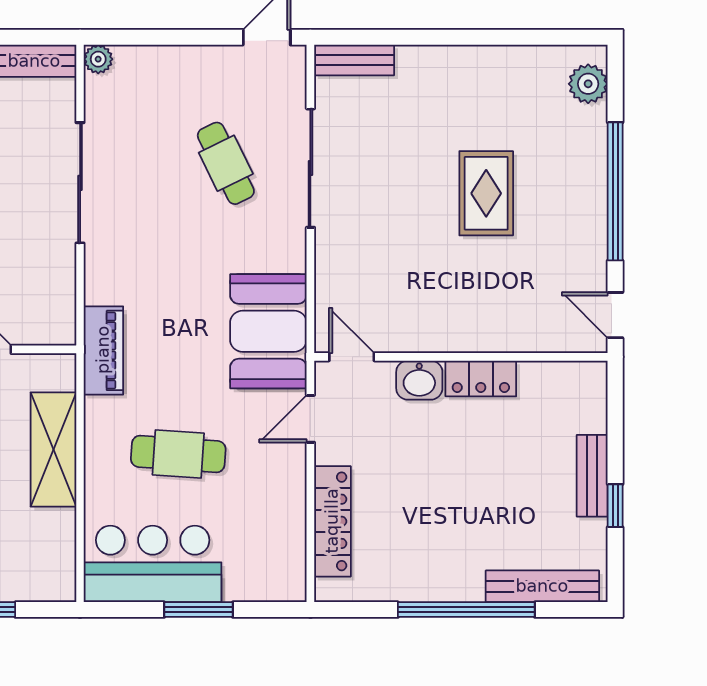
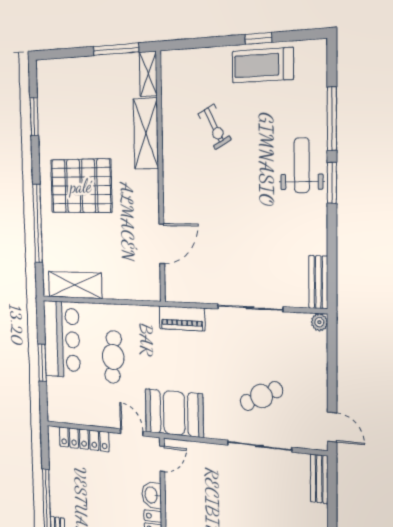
piano: (103, 350) -> (182, 318), moved
shelving: (53, 450) -> (75, 285), moved

